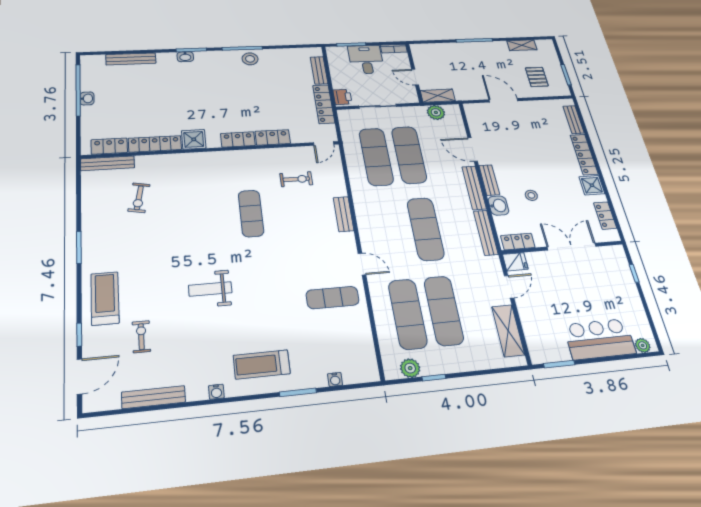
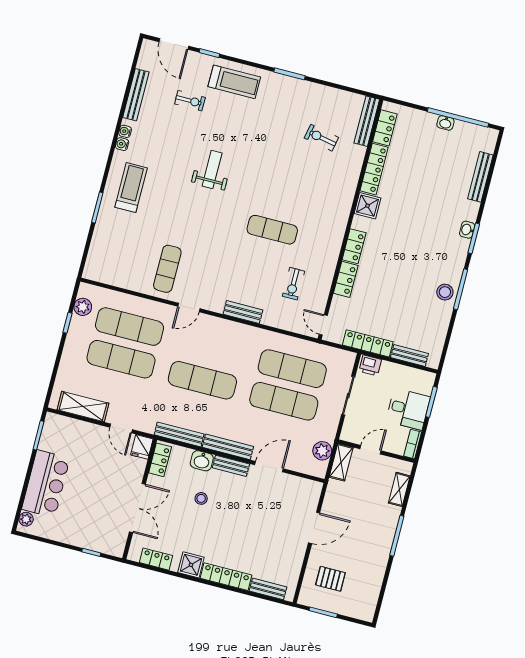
shelving: (522, 45) -> (399, 489), moved
water cooler: (335, 379) -> (125, 131), moved

